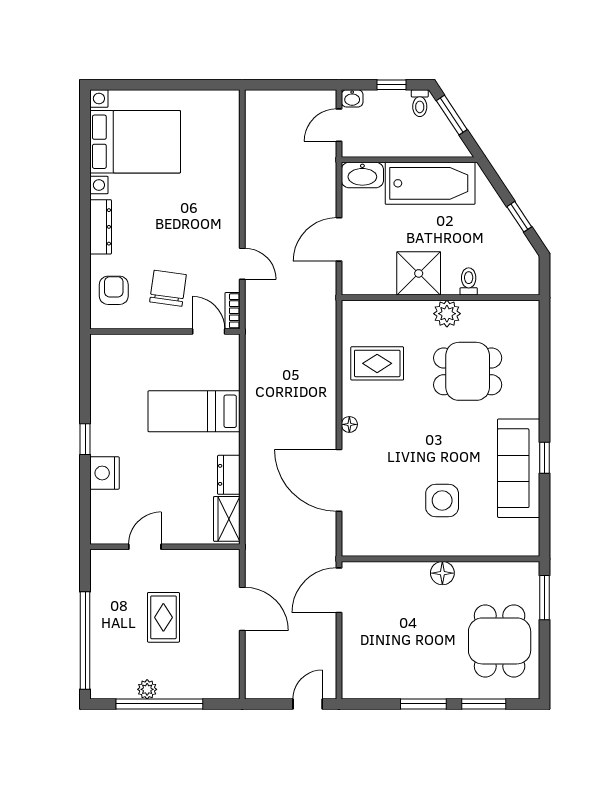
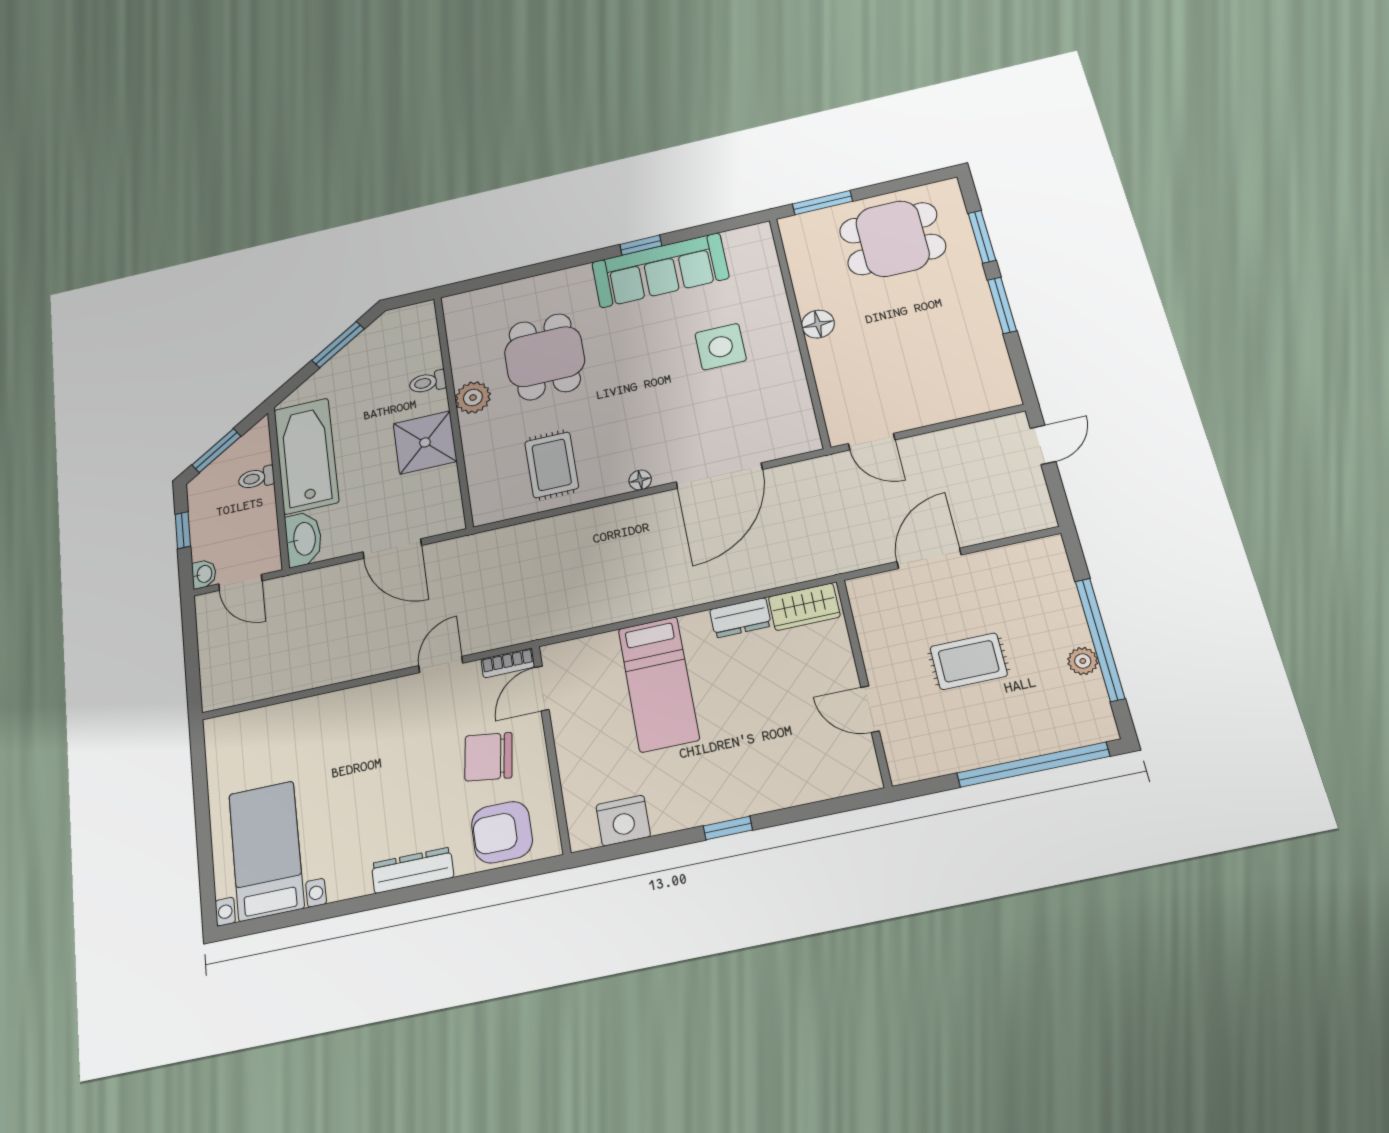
toilet: (420, 103) -> (256, 478), moved, turned 180
bed with nightstands: (135, 142) -> (266, 851), width x0.73
window: (519, 217) -> (338, 345), width x1.50
armchair: (114, 290) -> (502, 832), width x1.38, depth x1.38
nightstand: (104, 473) -> (623, 821), moved
door: (339, 590) -> (872, 442), width x0.73
door: (308, 704) -> (1043, 445), swing flipped

